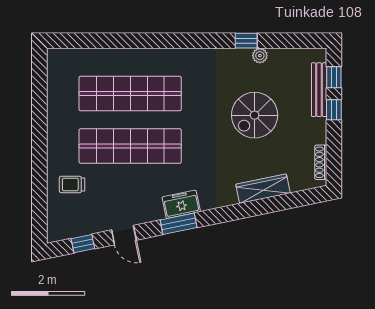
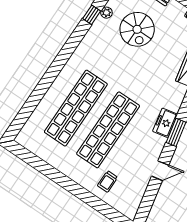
spiral stairs: (255, 115) -> (137, 29), moved
window: (83, 244) -> (148, 199), removed

